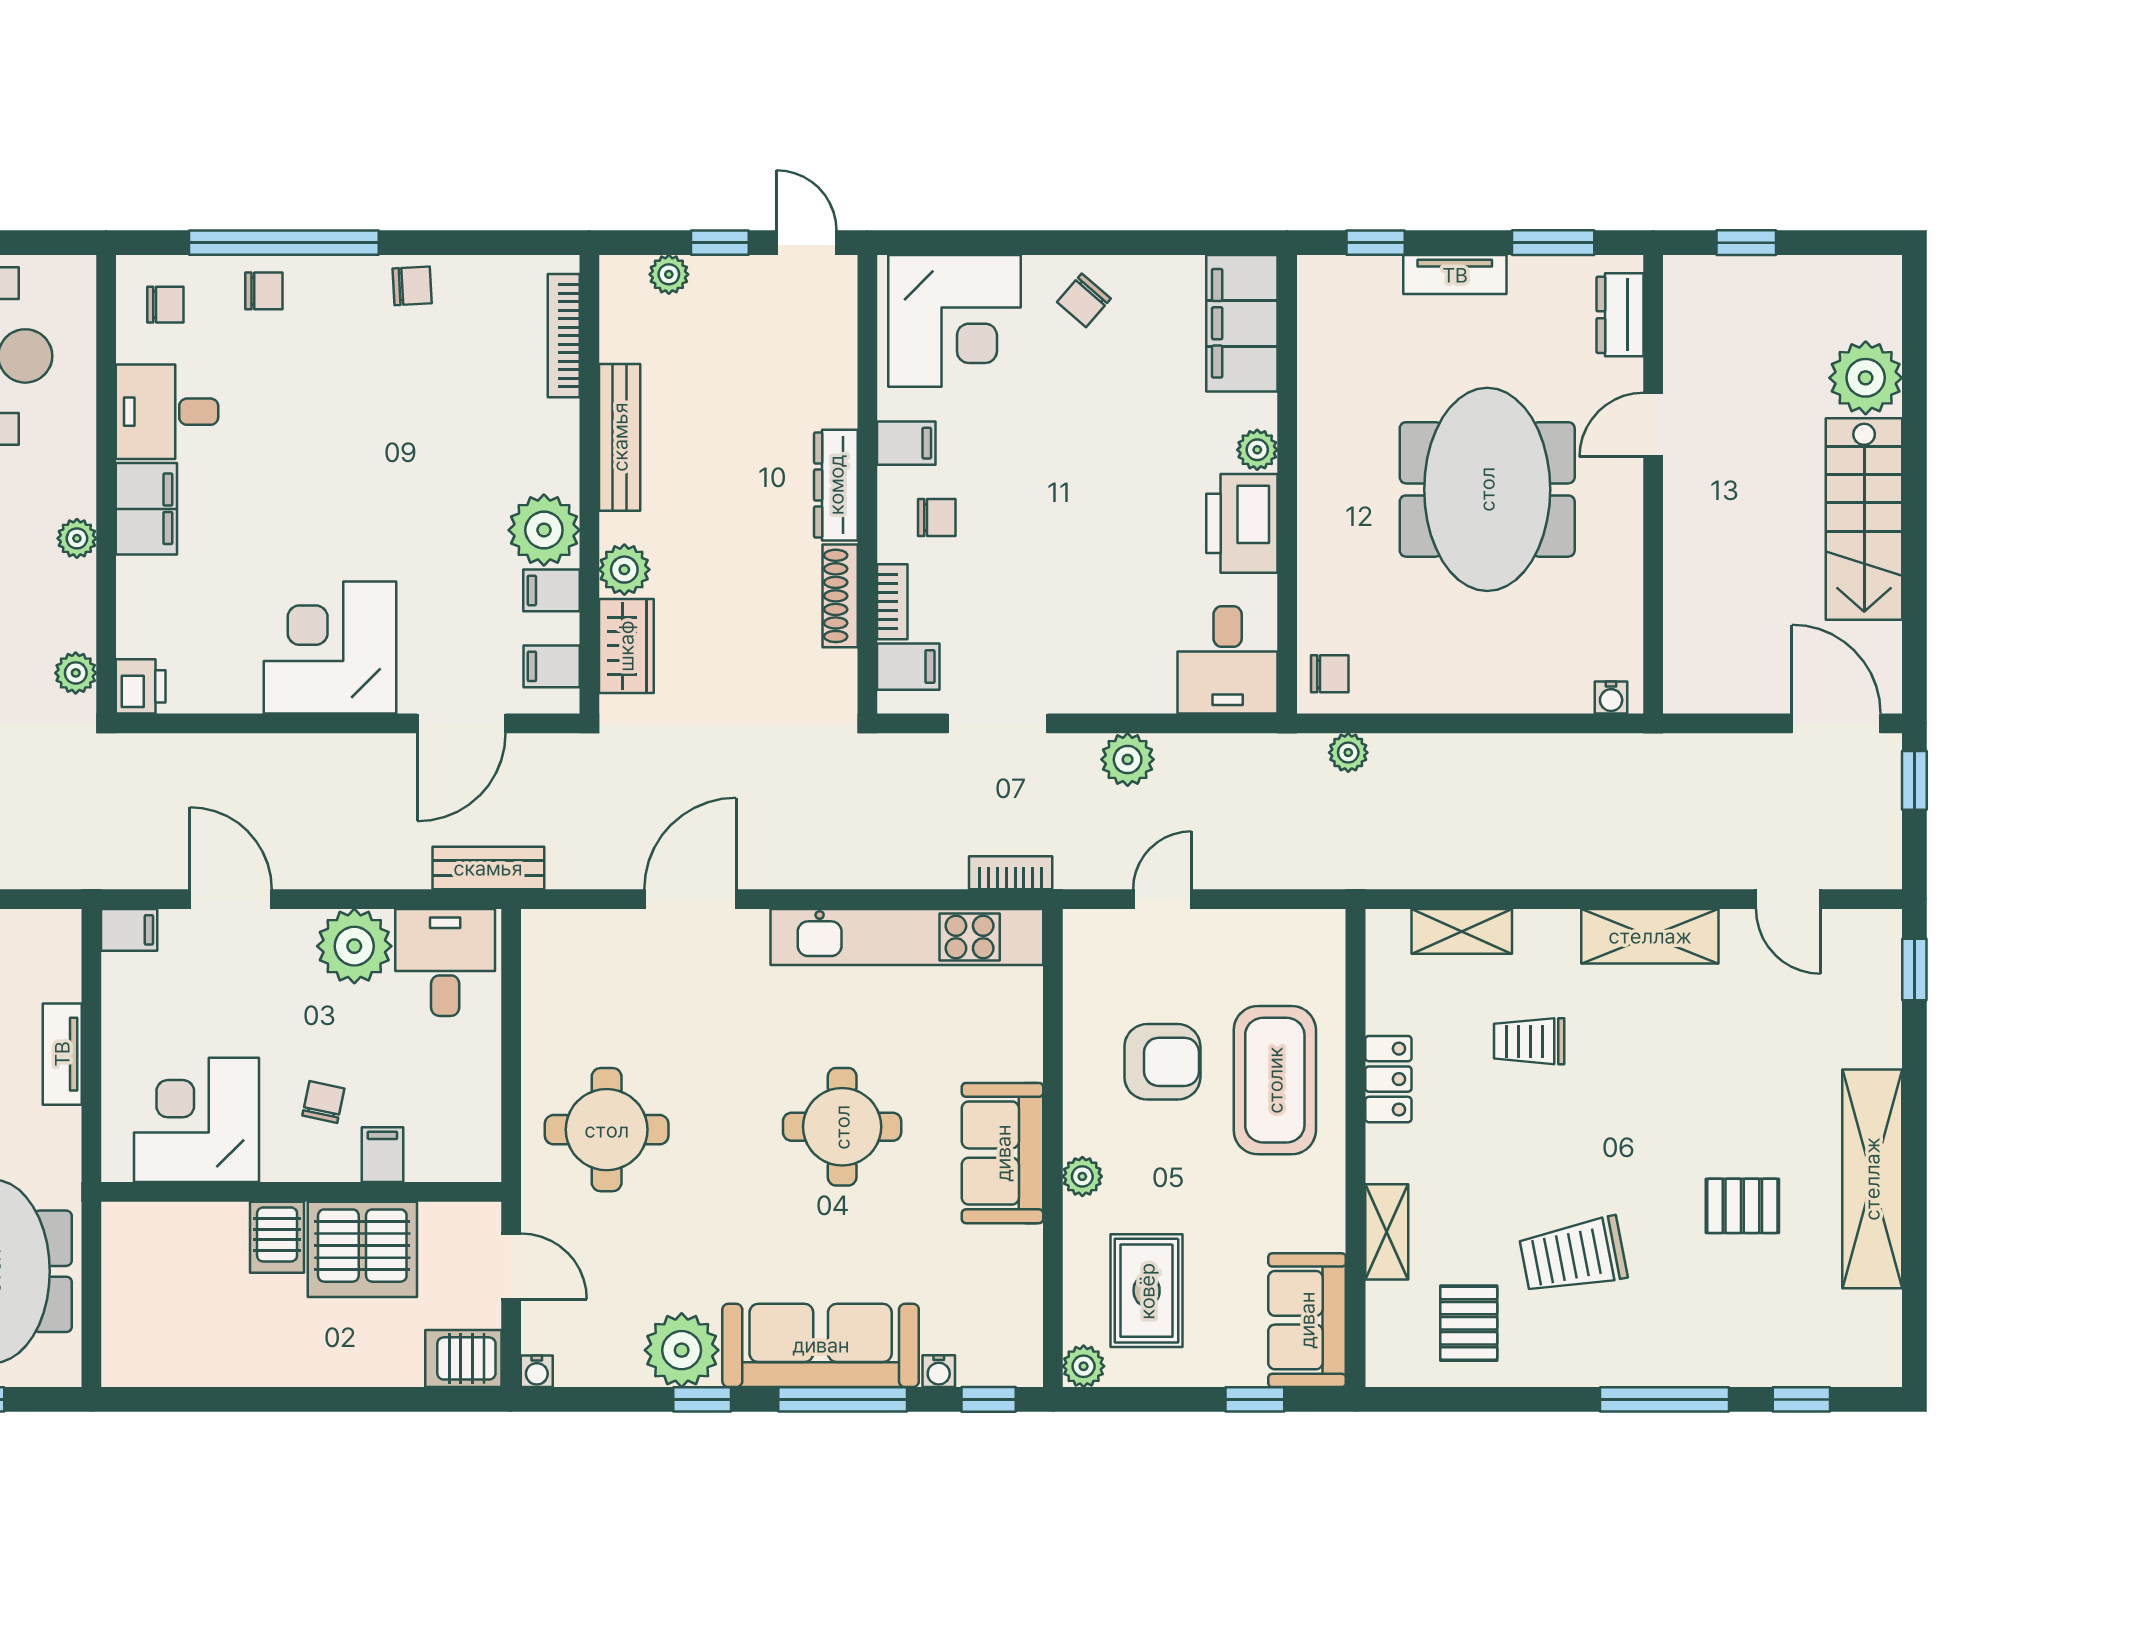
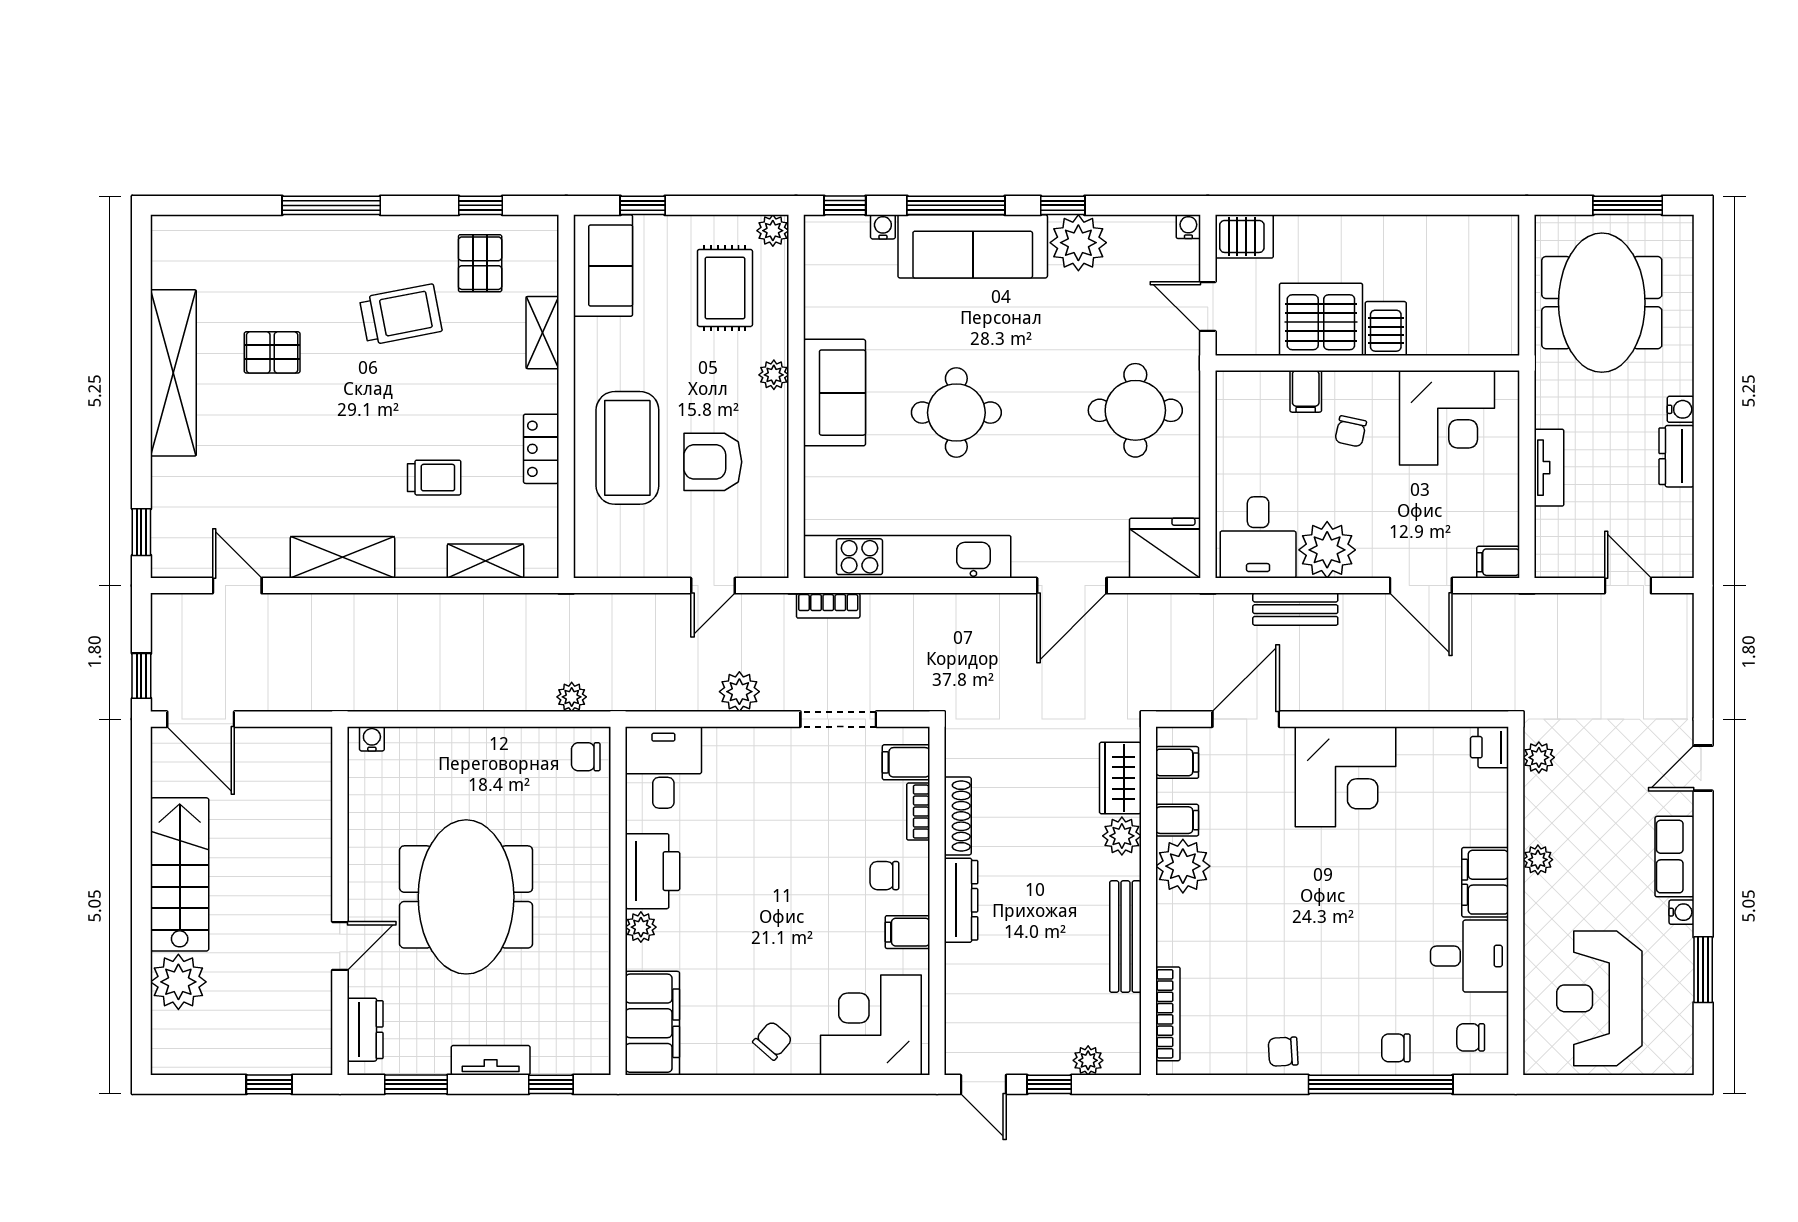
bench: (488, 868) -> (1295, 609), moved
fridge: (568, 948) -> (1165, 548), added
window: (1801, 1399) -> (480, 205), moved

